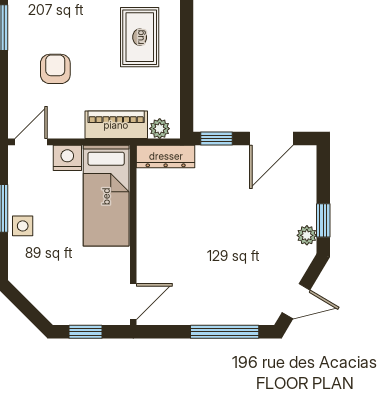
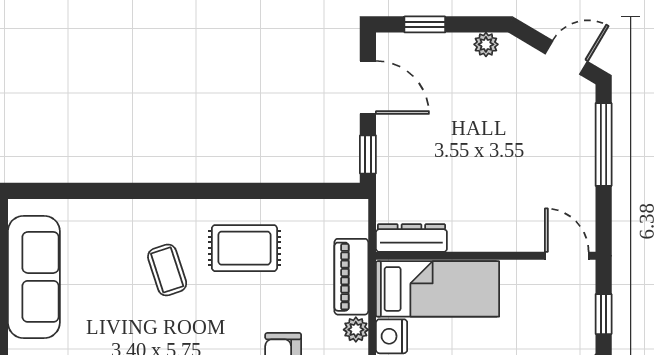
plant: (160, 129) -> (356, 330), moved
dresser: (166, 156) -> (411, 238), moved, turned -90
window: (323, 220) -> (425, 24), moved
door: (296, 301) -> (566, 58), hinge flipped

